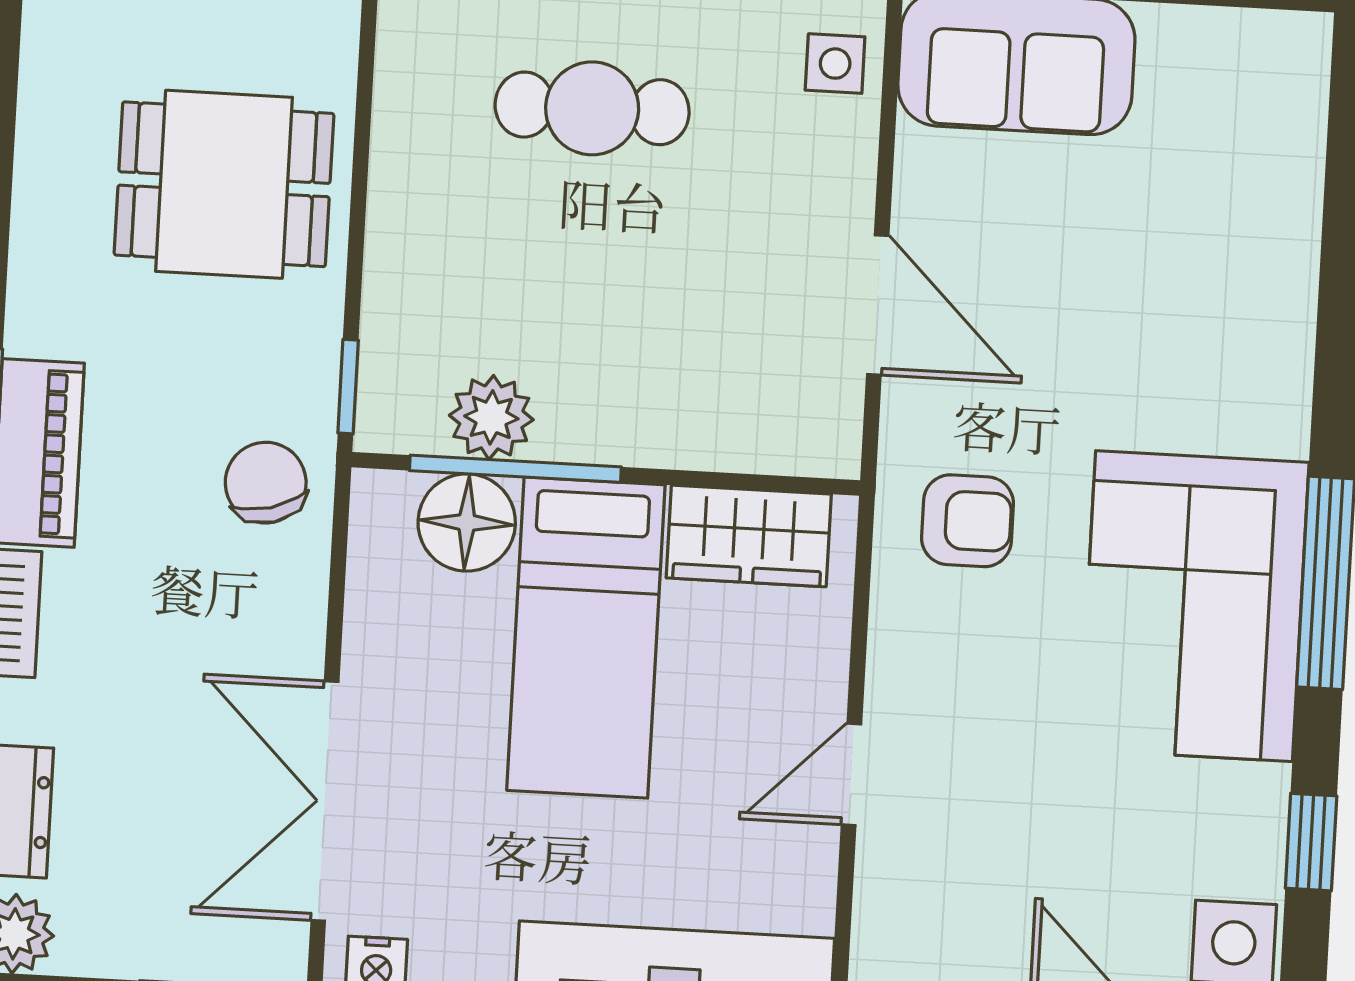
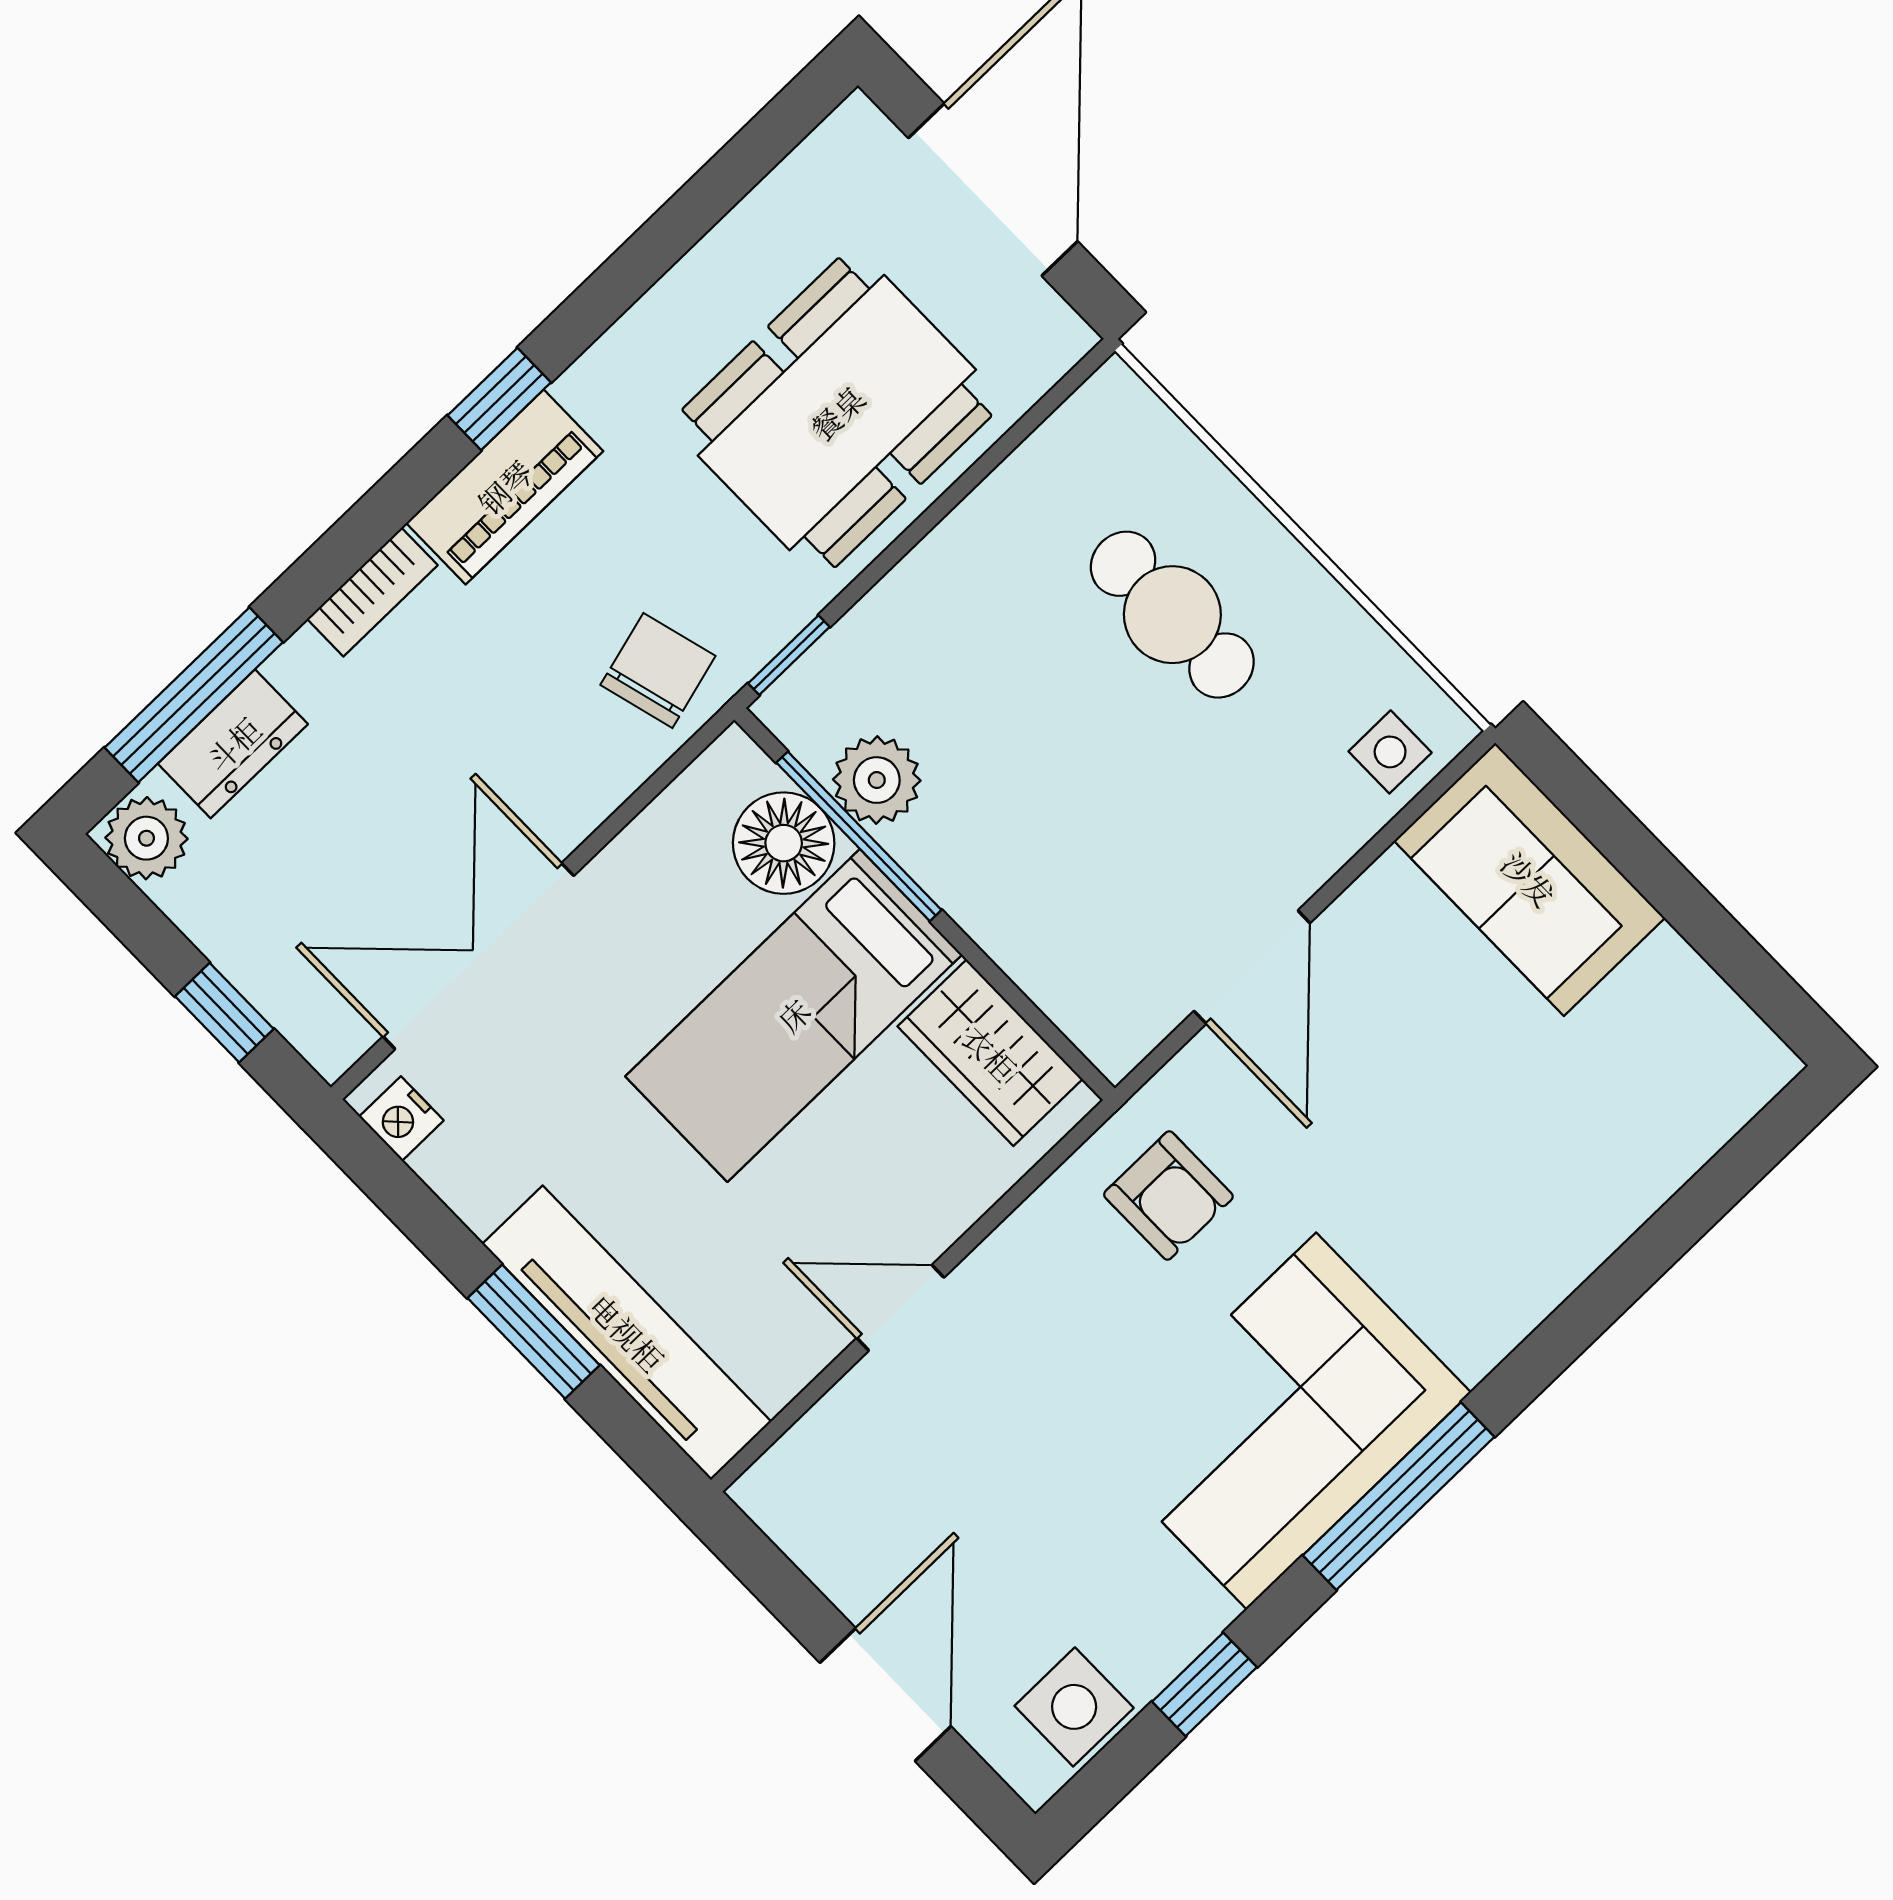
dining table: (224, 184) -> (837, 413), width x1.38

